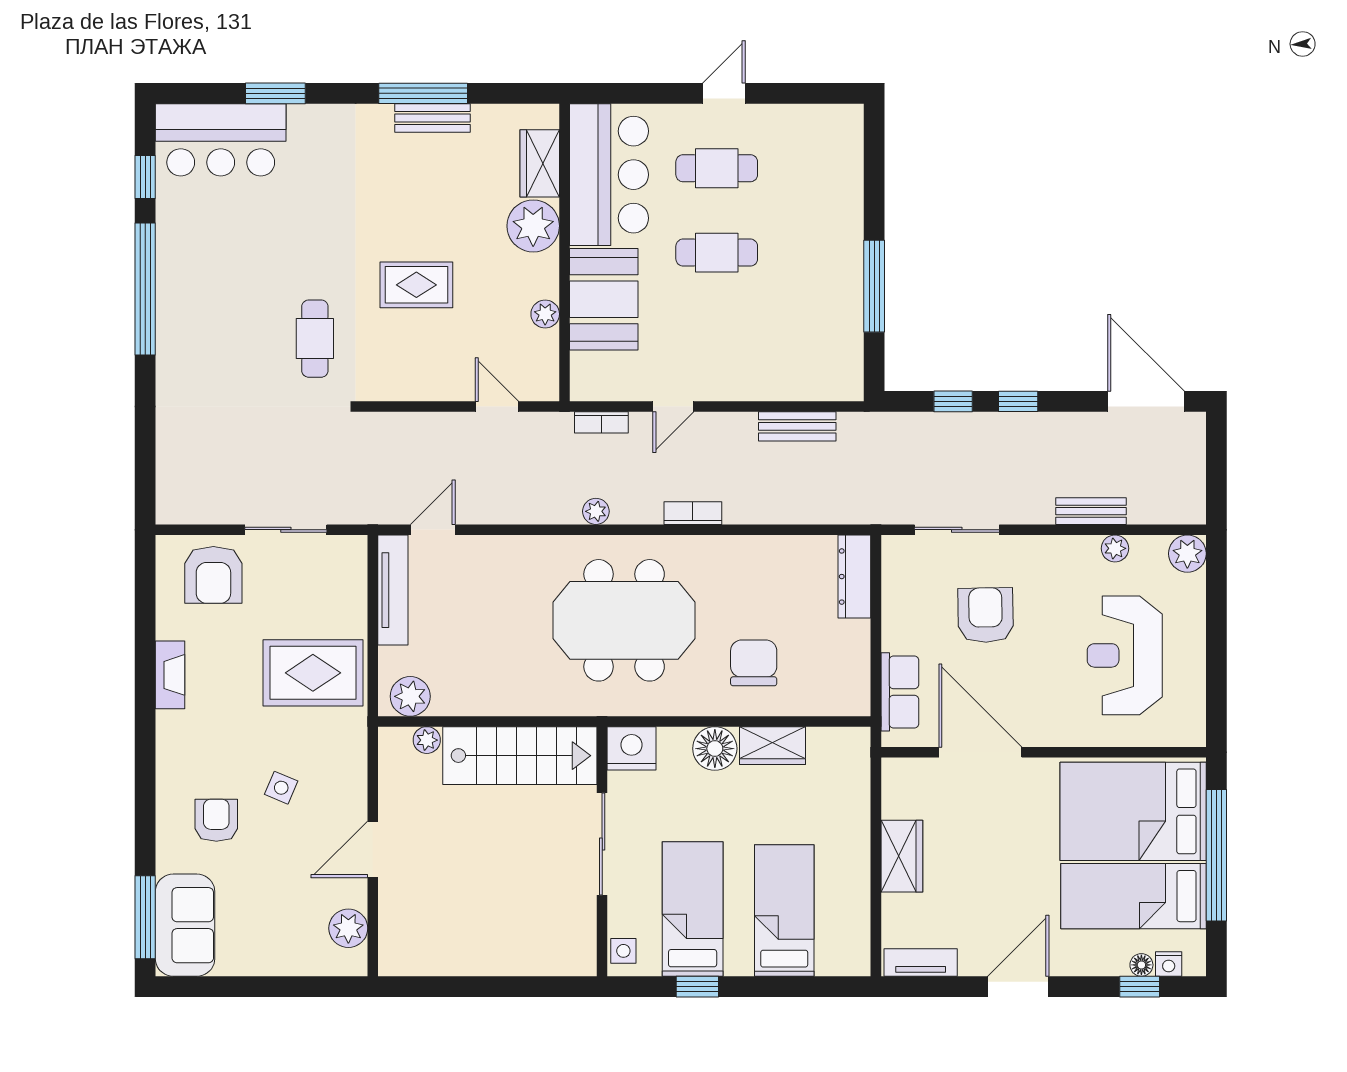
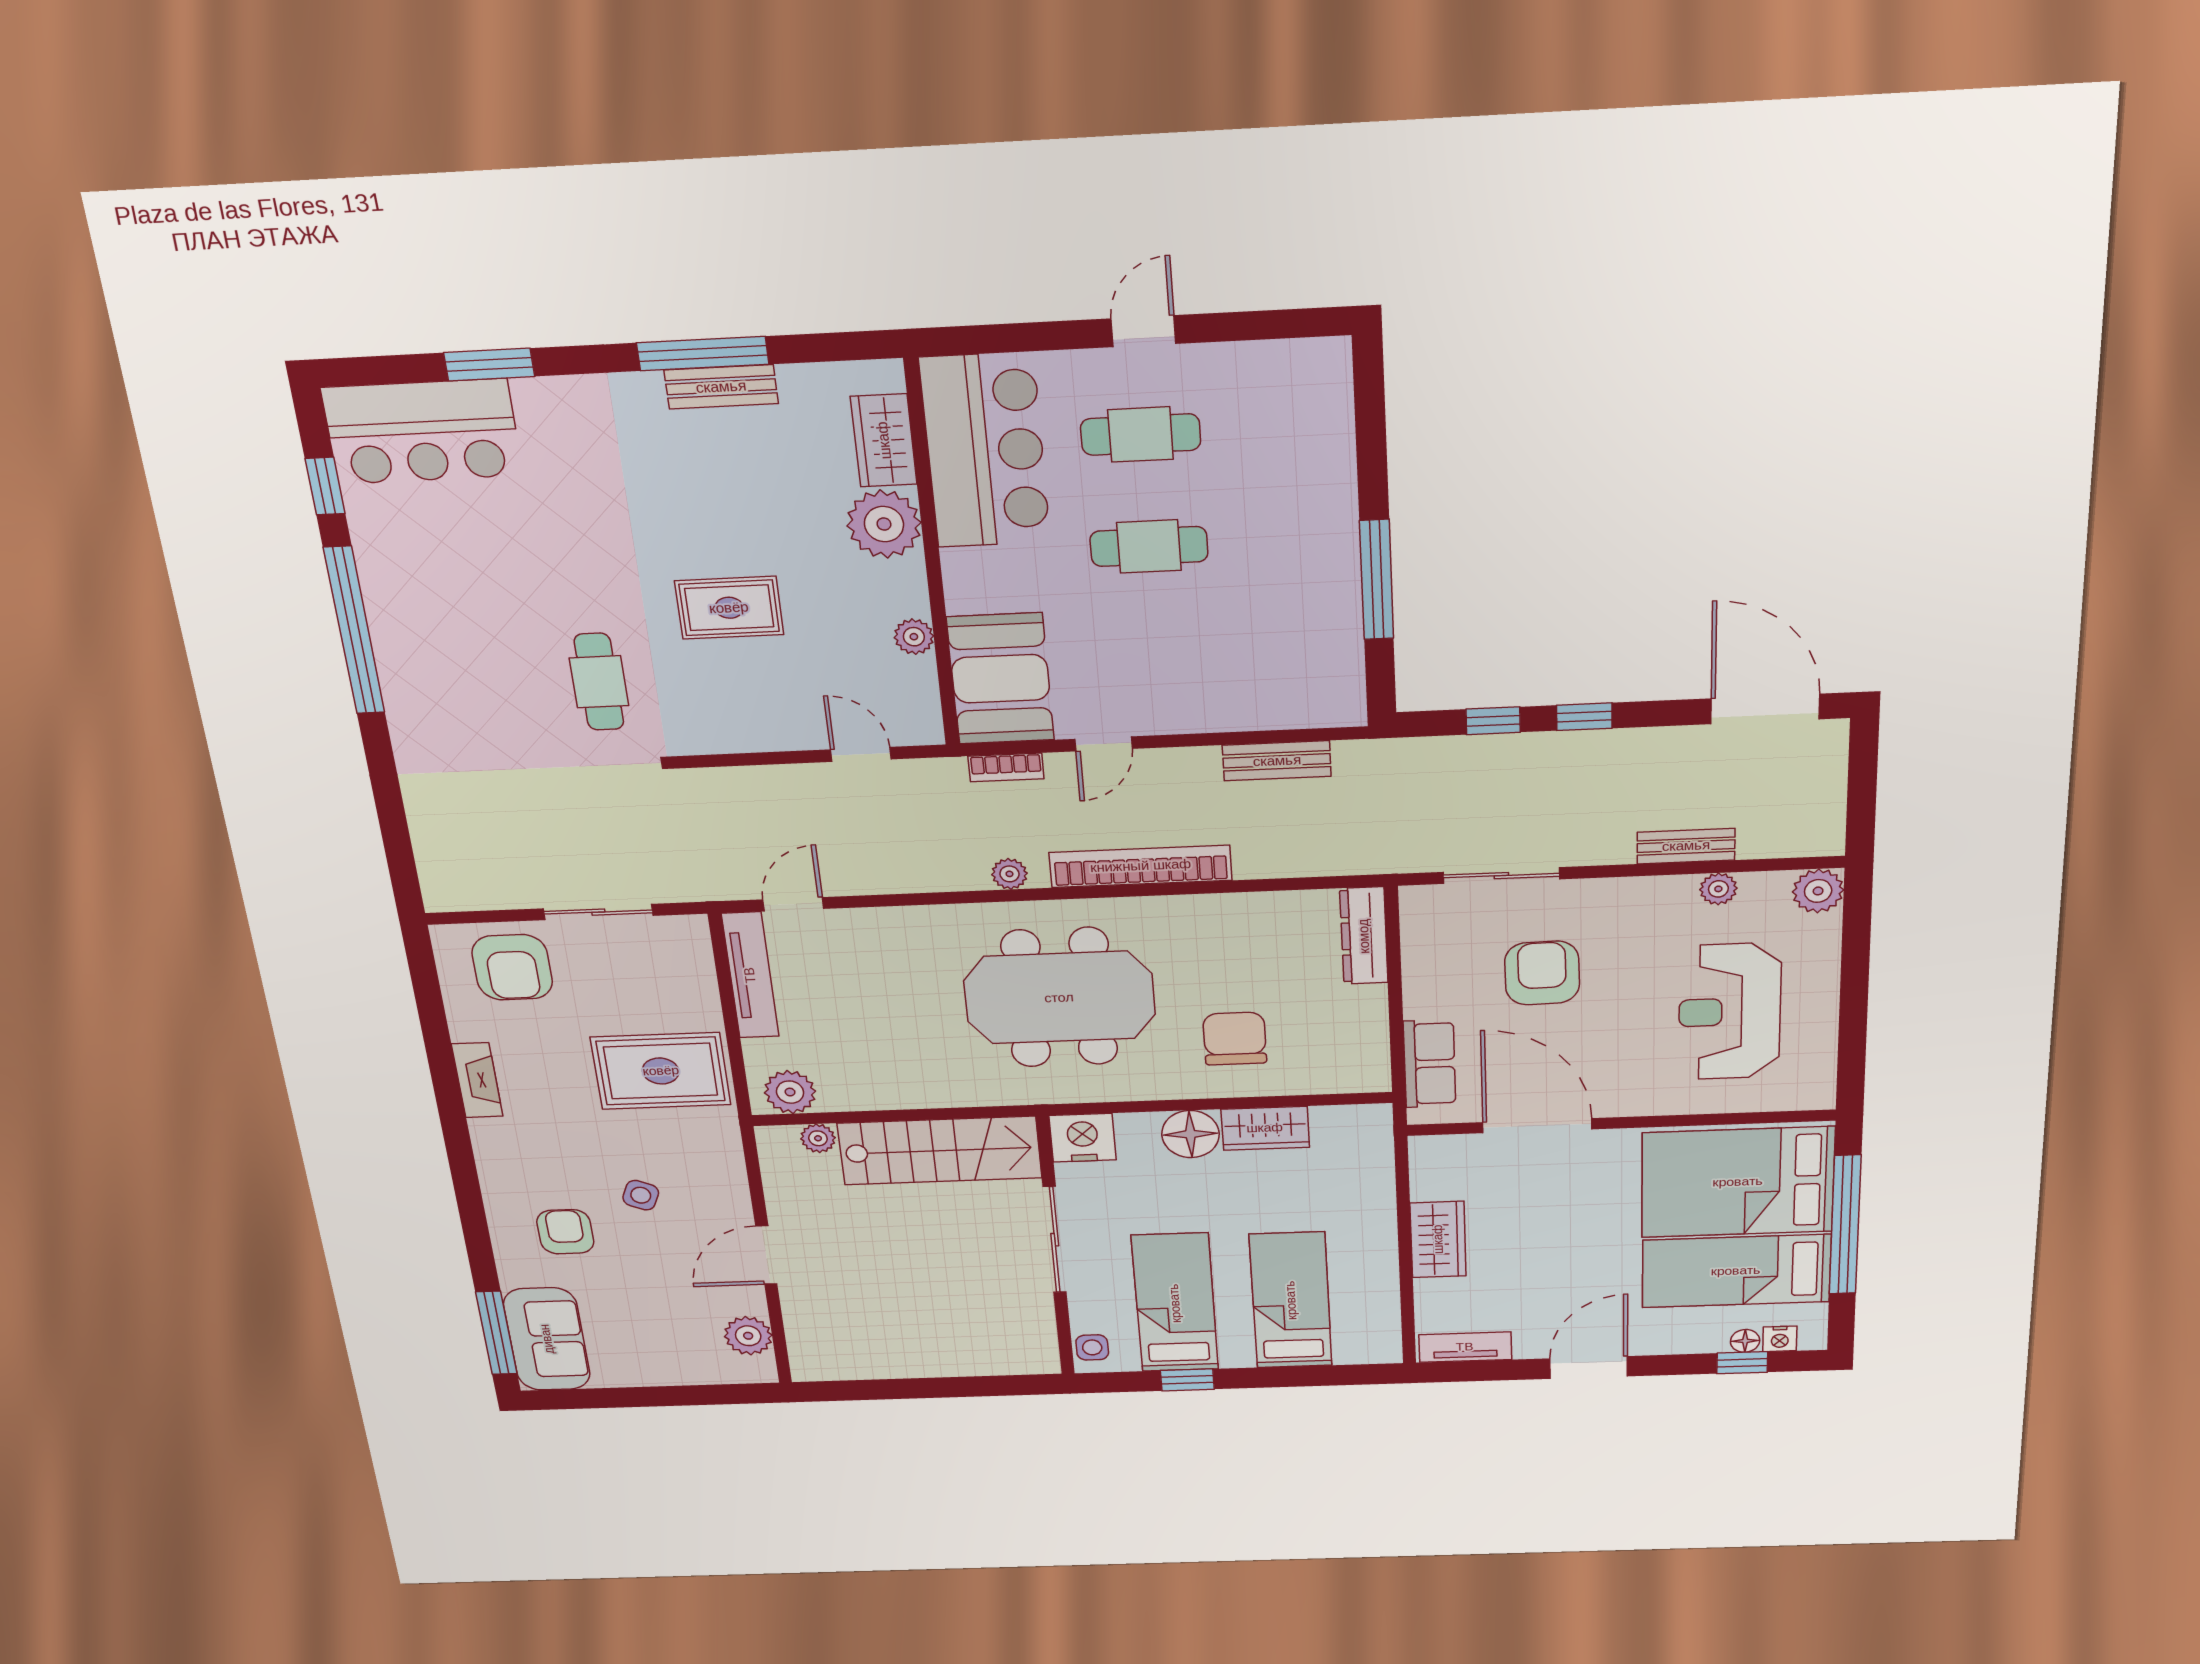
booth: (604, 299) -> (1001, 679), moved
bookcase: (693, 513) -> (1141, 866), width x2.31, depth x1.31

